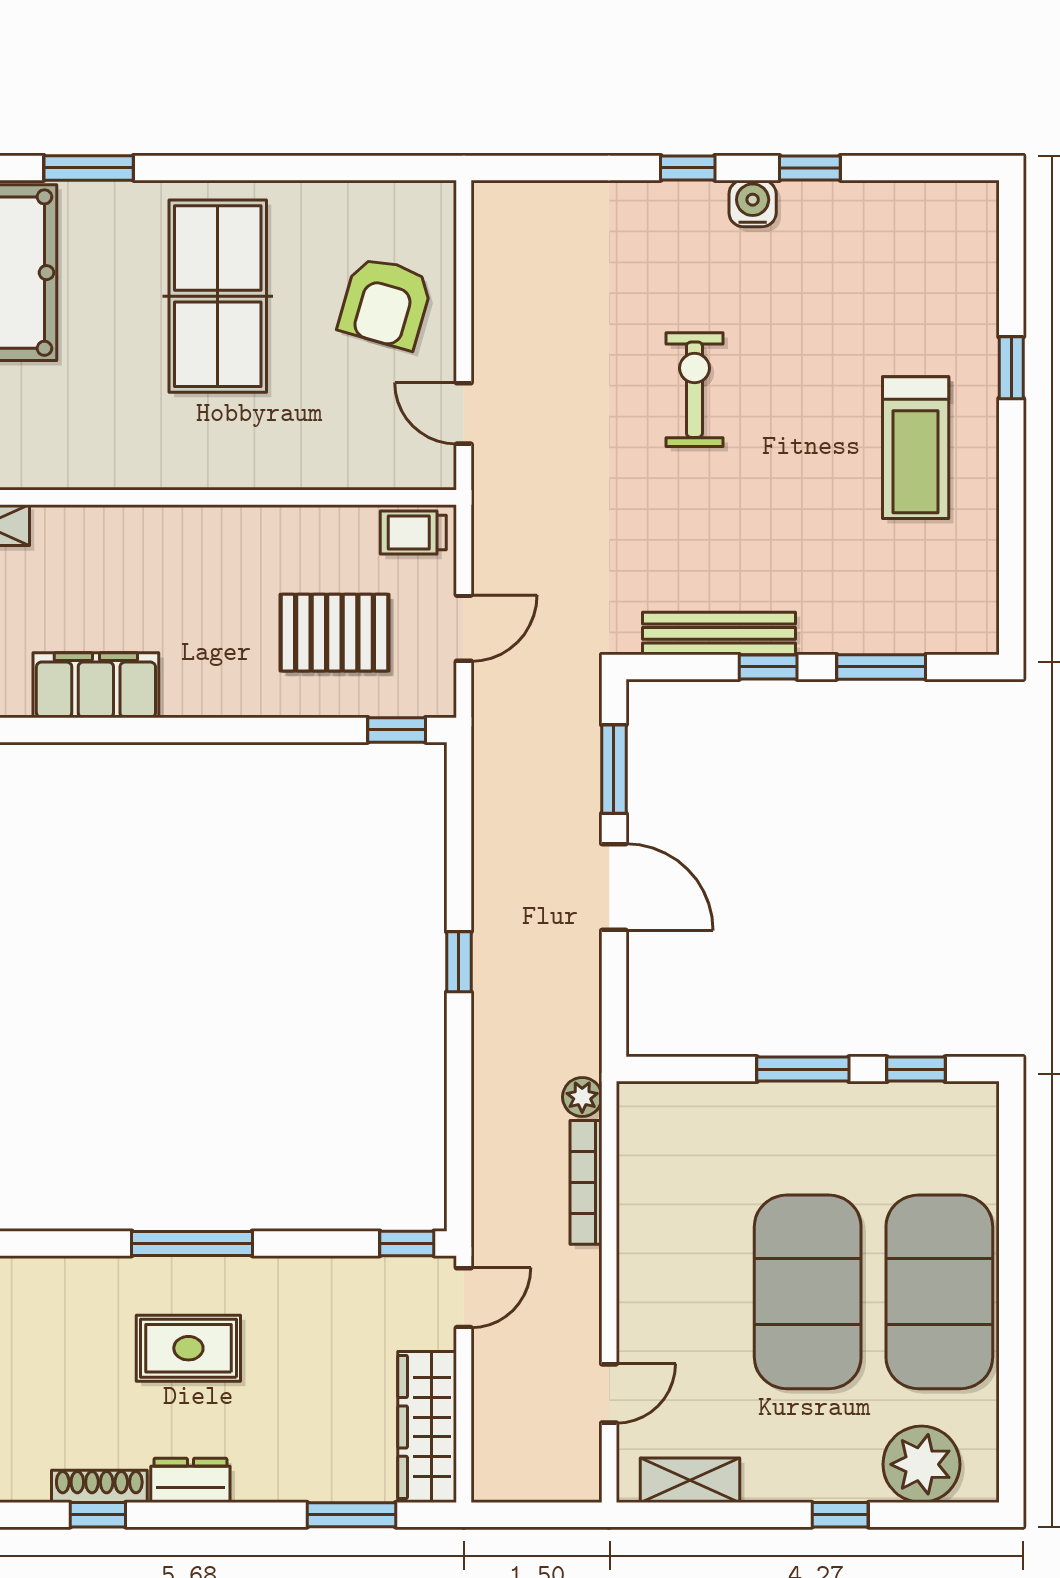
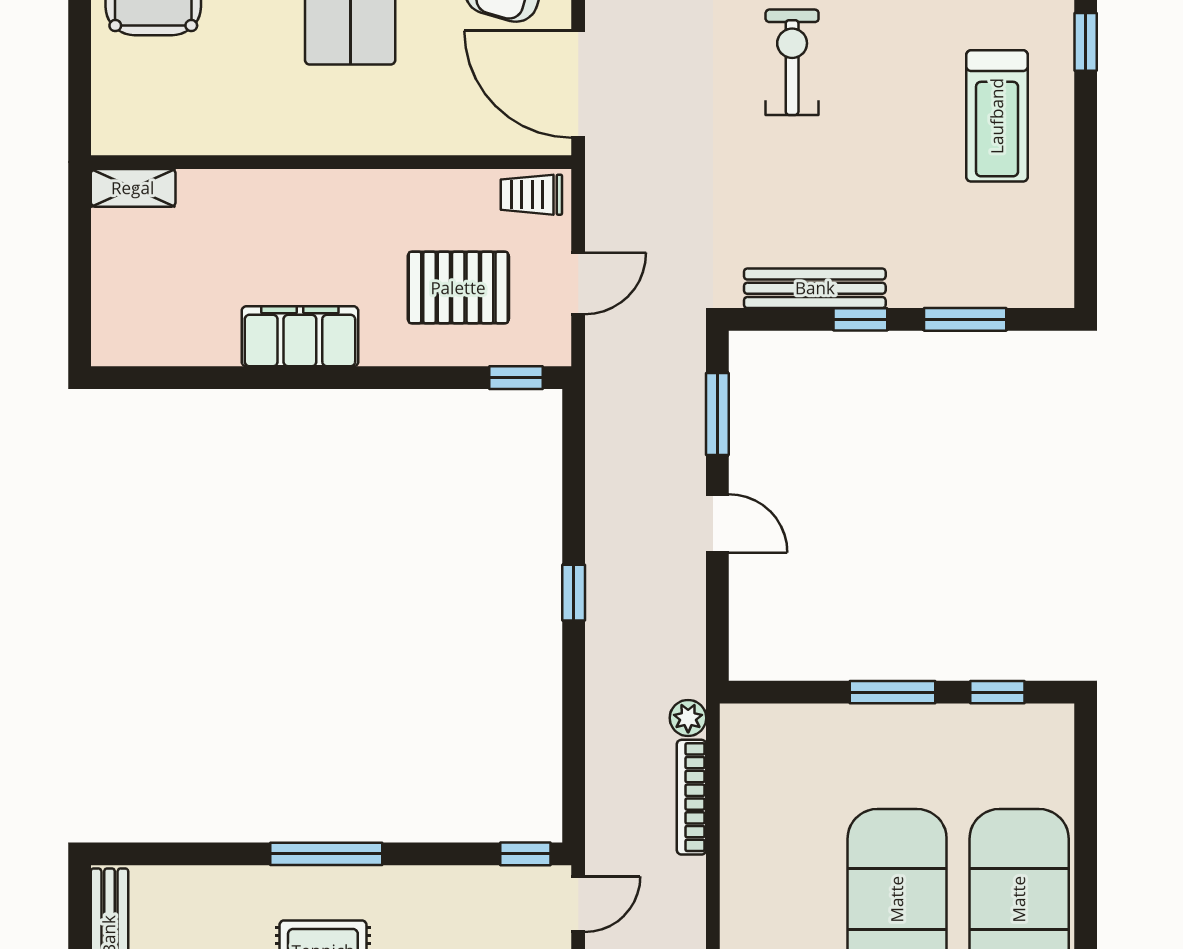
door: (464, 413) -> (578, 84), width x1.88
filing cabinet: (96, 685) -> (300, 336), moved
door: (614, 887) -> (717, 523), width x0.73

